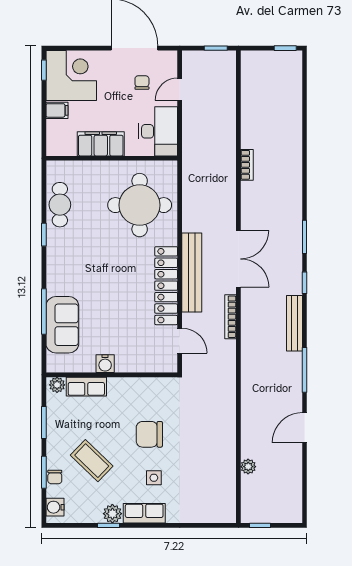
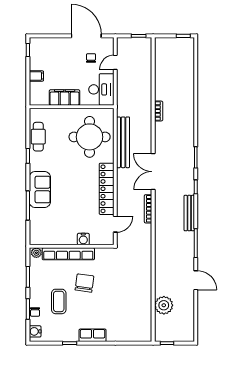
corner desk: (71, 76) -> (46, 54), removed
double door: (238, 259) -> (153, 172), swing flipped
bench: (192, 273) -> (123, 142), moved
sofa: (62, 325) -> (40, 189), moved
door: (180, 341) -> (115, 224), hinge flipped
water cooler: (105, 364) -> (83, 239), moved
row of seats: (86, 387) -> (68, 254), width x2.02
door: (304, 428) -> (196, 280), swing flipped
chair: (149, 434) -> (84, 283), moved, turned 98
coffee table: (92, 461) -> (59, 301), turned 46
plant: (248, 467) -> (164, 305), width x1.88, depth x1.88
side table: (154, 478) -> (99, 312), removed
plant: (112, 514) -> (72, 336), removed

